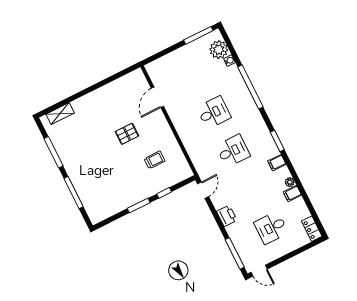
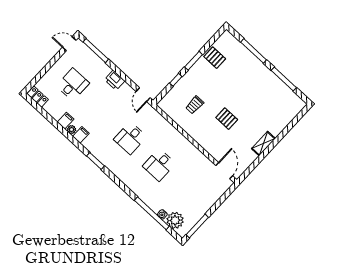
window: (250, 87) -> (152, 213), moved
door: (157, 97) -> (224, 171), moved
shelving: (60, 114) -> (263, 144), moved
pallet: (127, 134) -> (227, 119), turned 90
filing cabinet: (277, 163) -> (81, 135), moved
pallet: (116, 201) -> (215, 58), added

